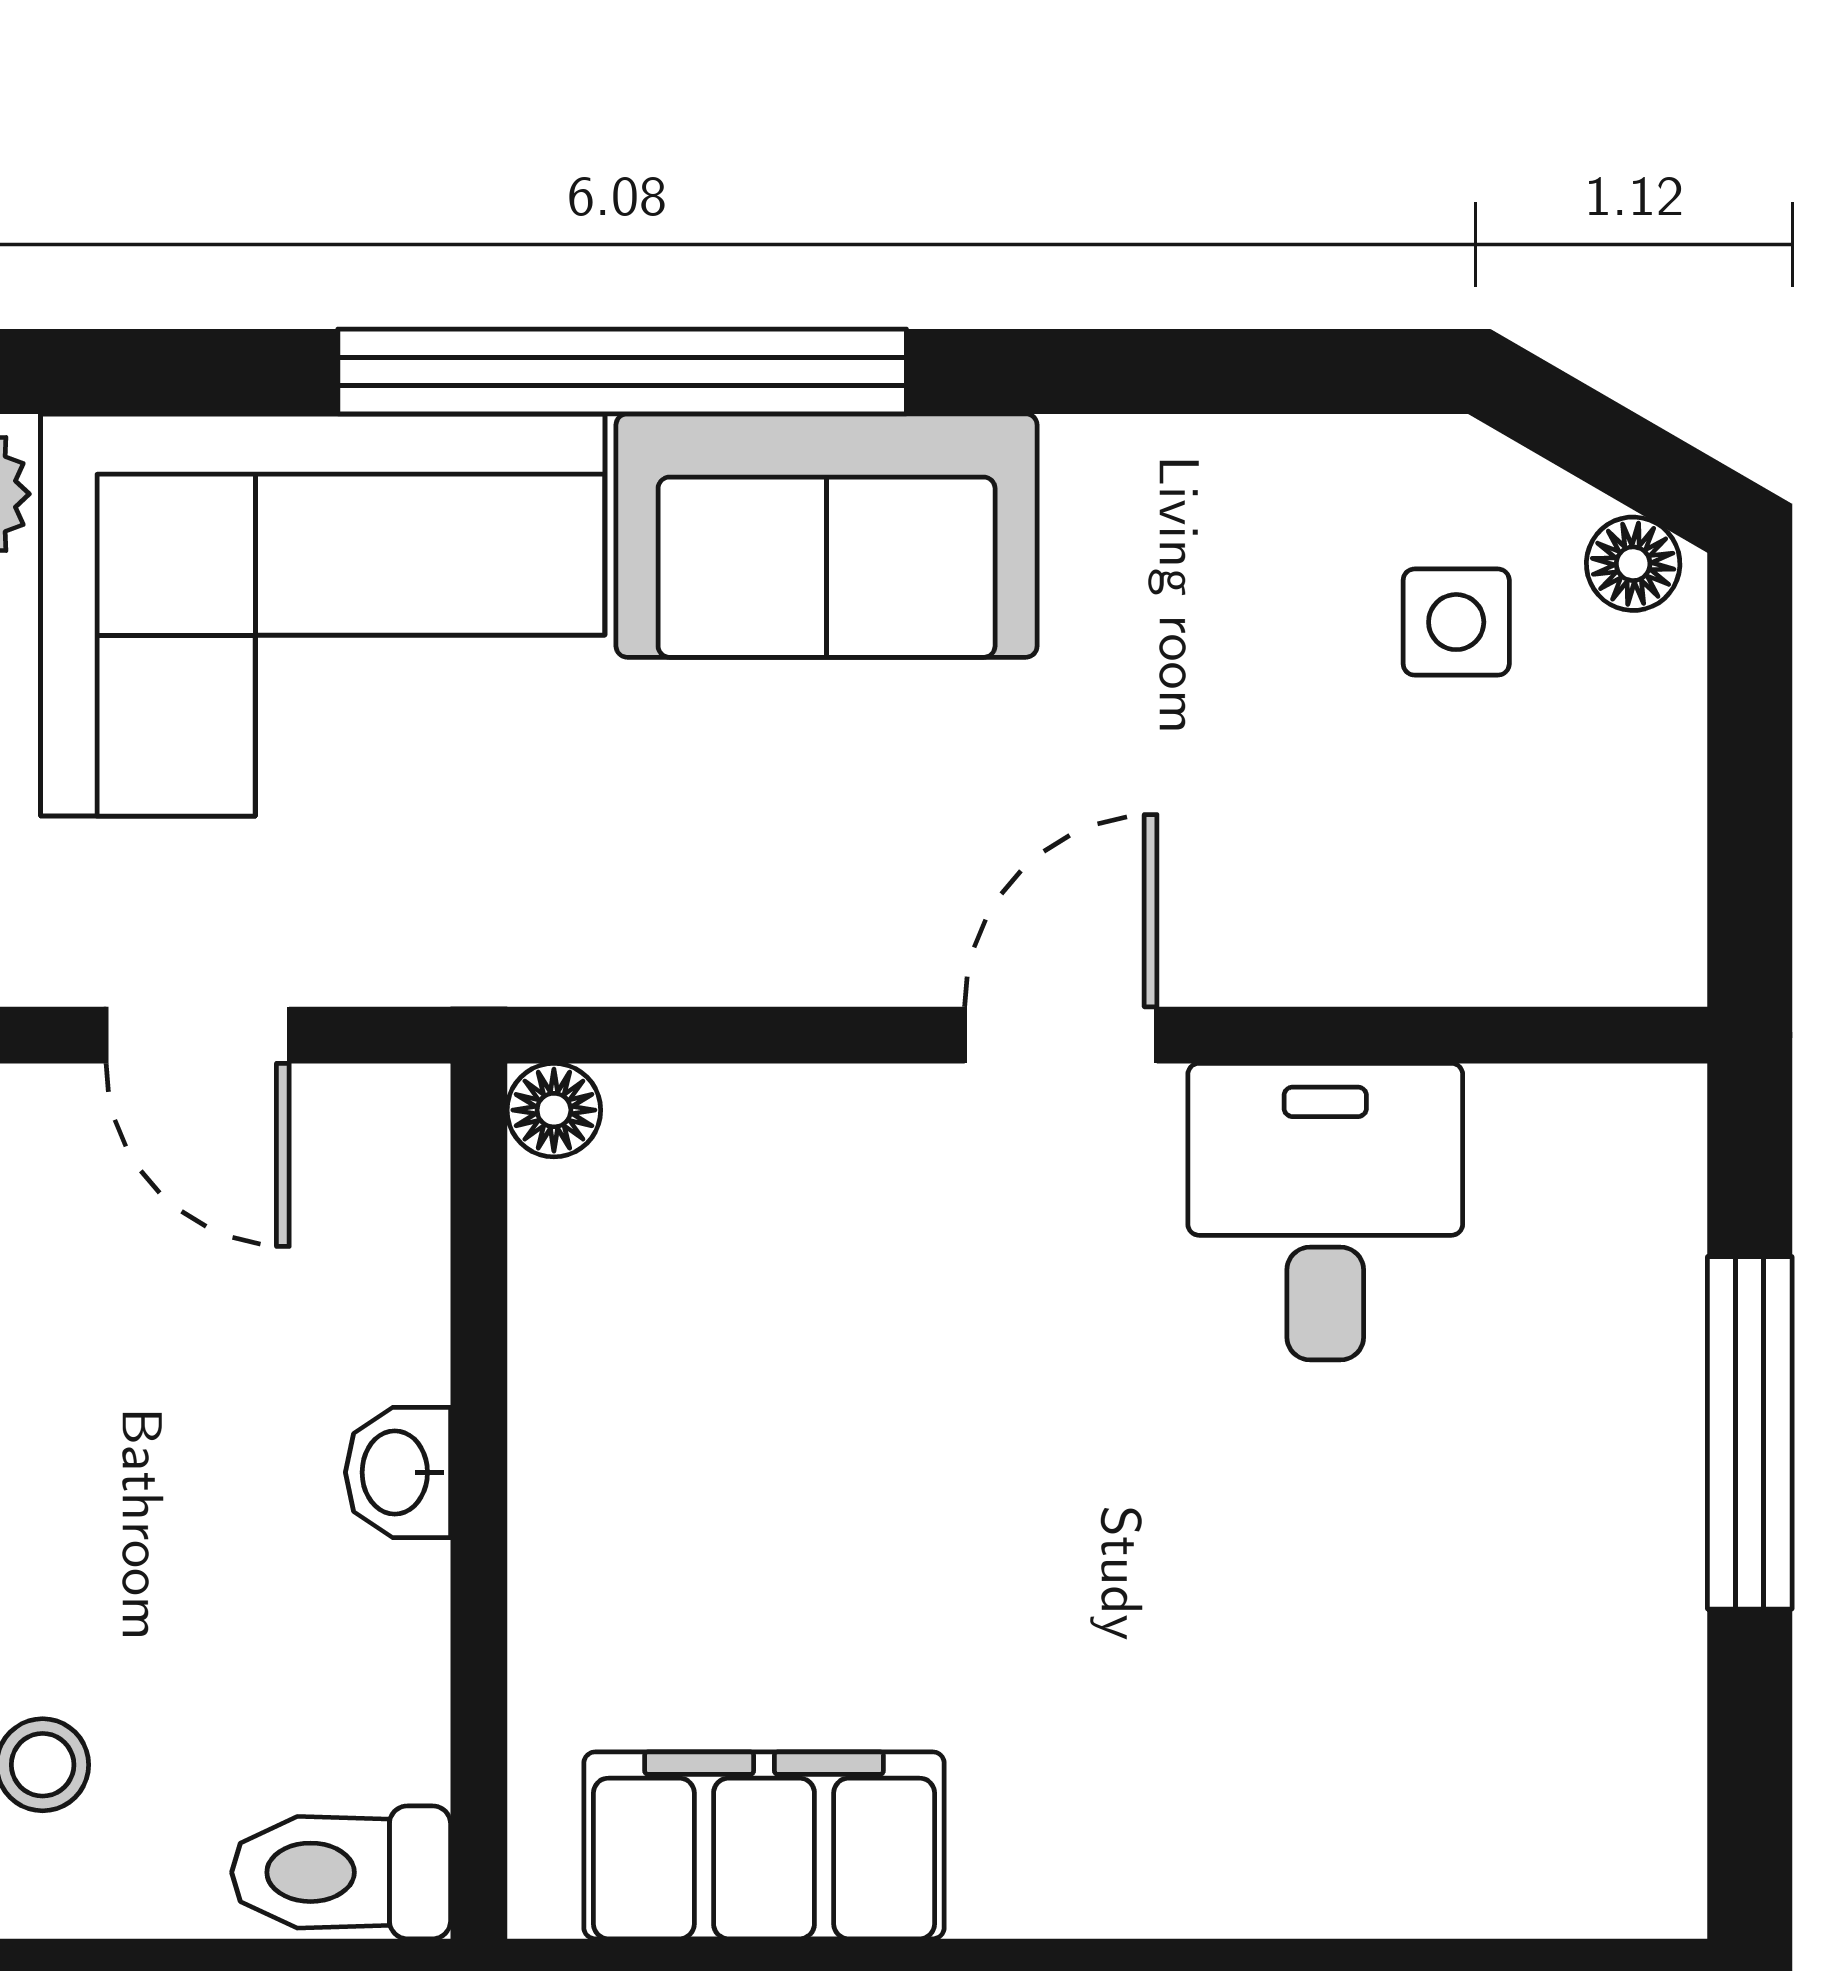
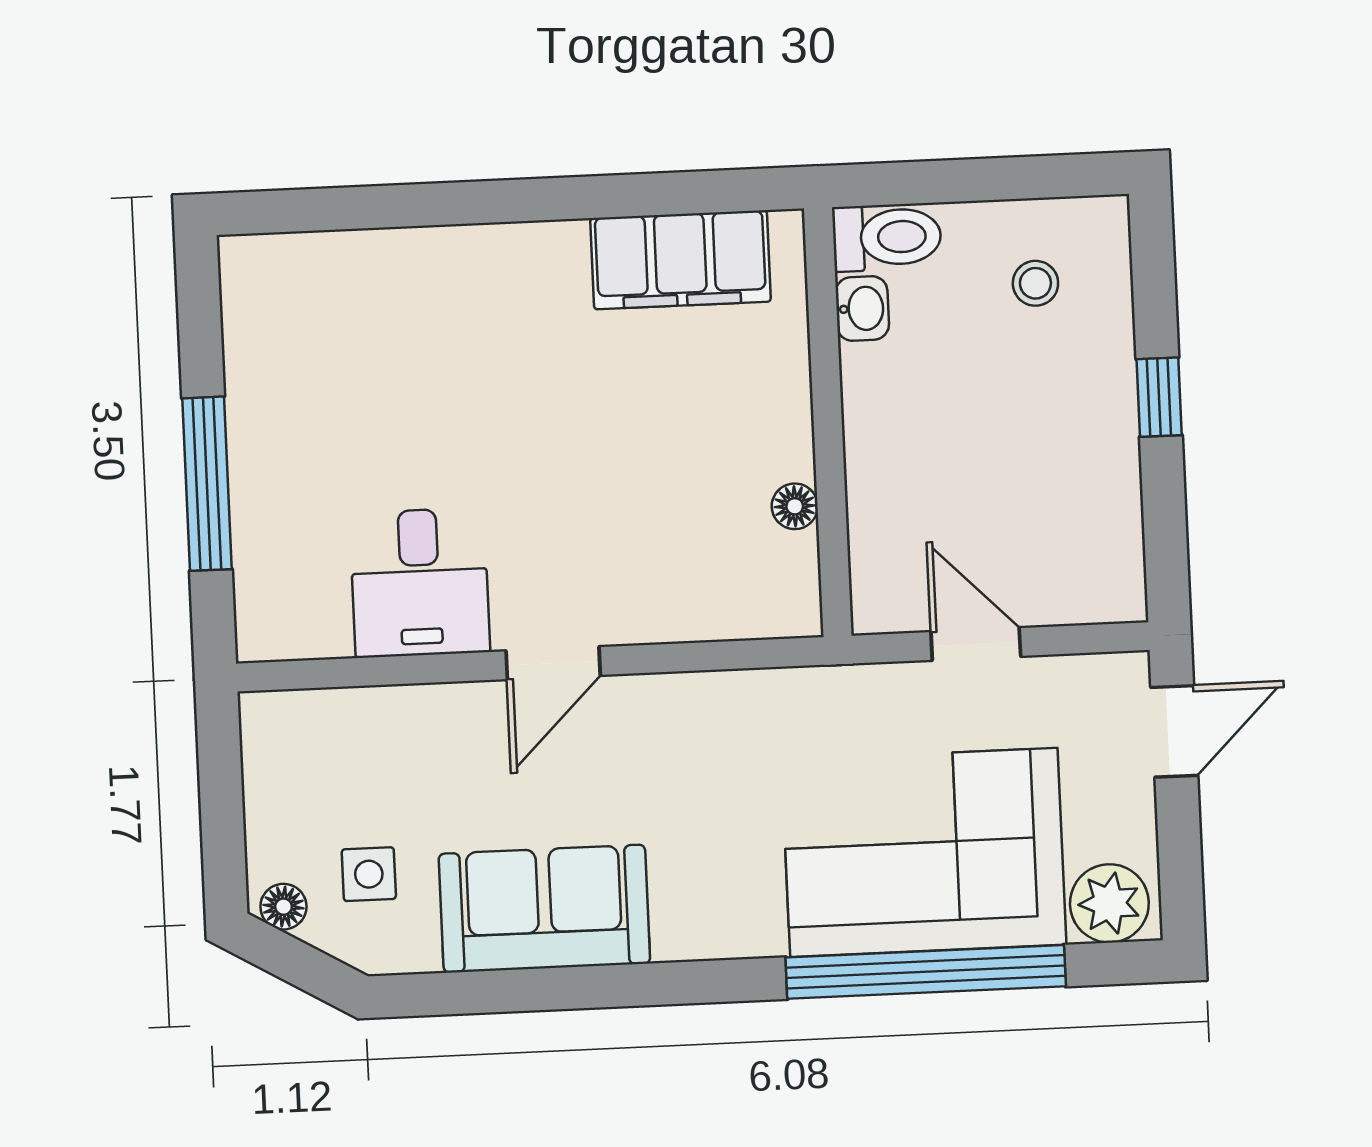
window: (622, 371) -> (926, 972), moved
sofa: (827, 536) -> (544, 909), moved
floor lamp: (554, 1110) -> (795, 506), moved
washbasin: (398, 1472) -> (862, 309), moved

